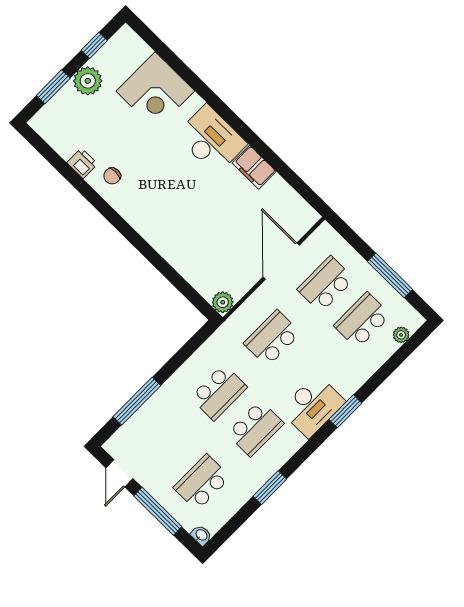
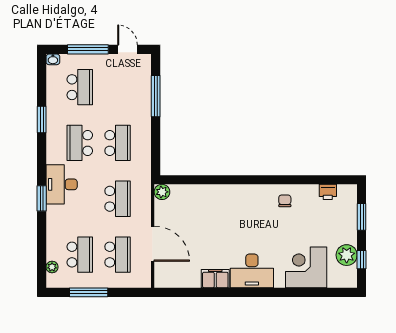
plant: (88, 81) -> (347, 255), moved
printer: (82, 163) -> (328, 192), moved
school desk: (219, 392) -> (118, 143), turned 180

